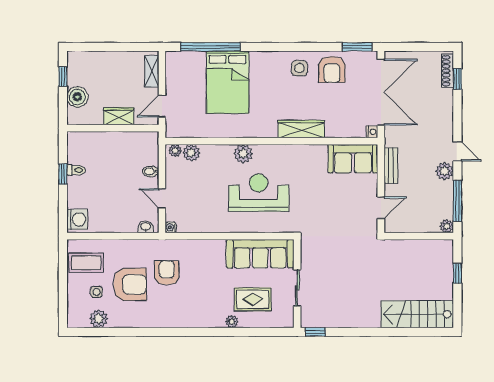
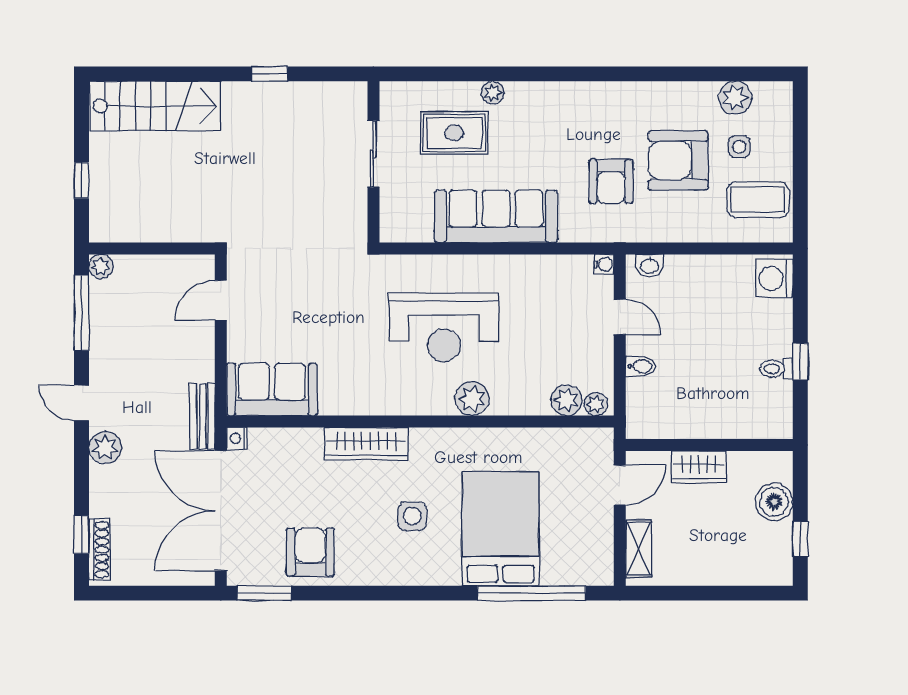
side table: (299, 68) -> (412, 516), moved
bench: (391, 166) -> (202, 416), moved
plant: (444, 171) -> (105, 448), moved
sofa: (260, 254) -> (496, 216), moved
window: (315, 332) -> (270, 74), moved

